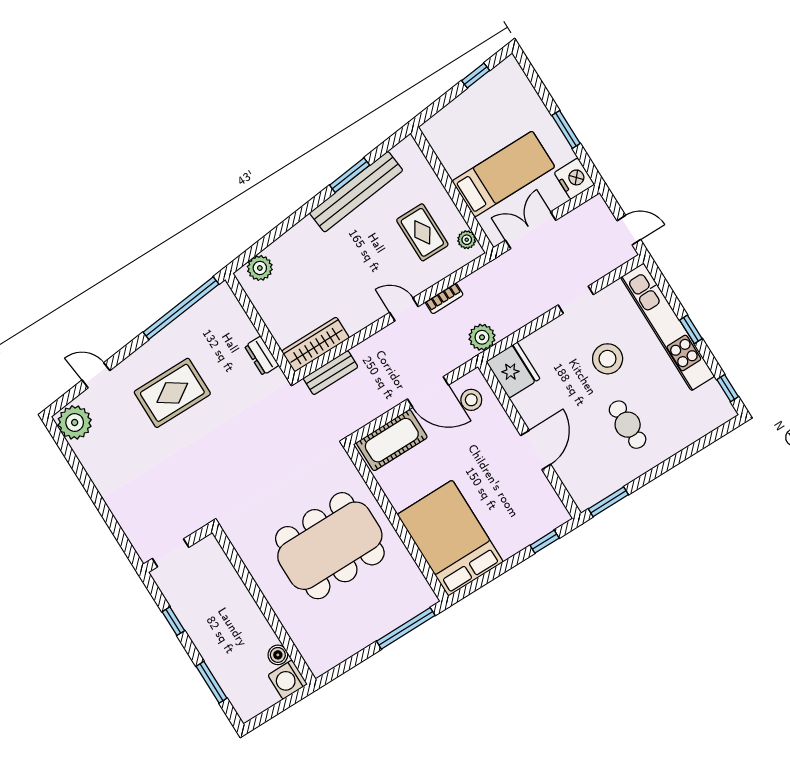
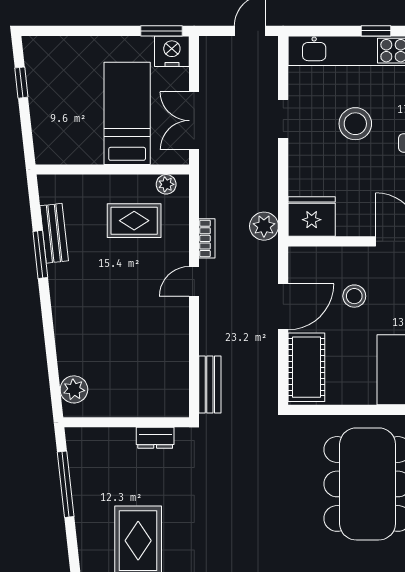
window: (566, 129) -> (162, 31), moved
bench: (356, 192) -> (54, 233), width x0.54, depth x0.82
window: (181, 308) -> (66, 484), width x0.68
wardrobe: (315, 344) -> (176, 382), removed
stool: (471, 400) -> (354, 296), moved

